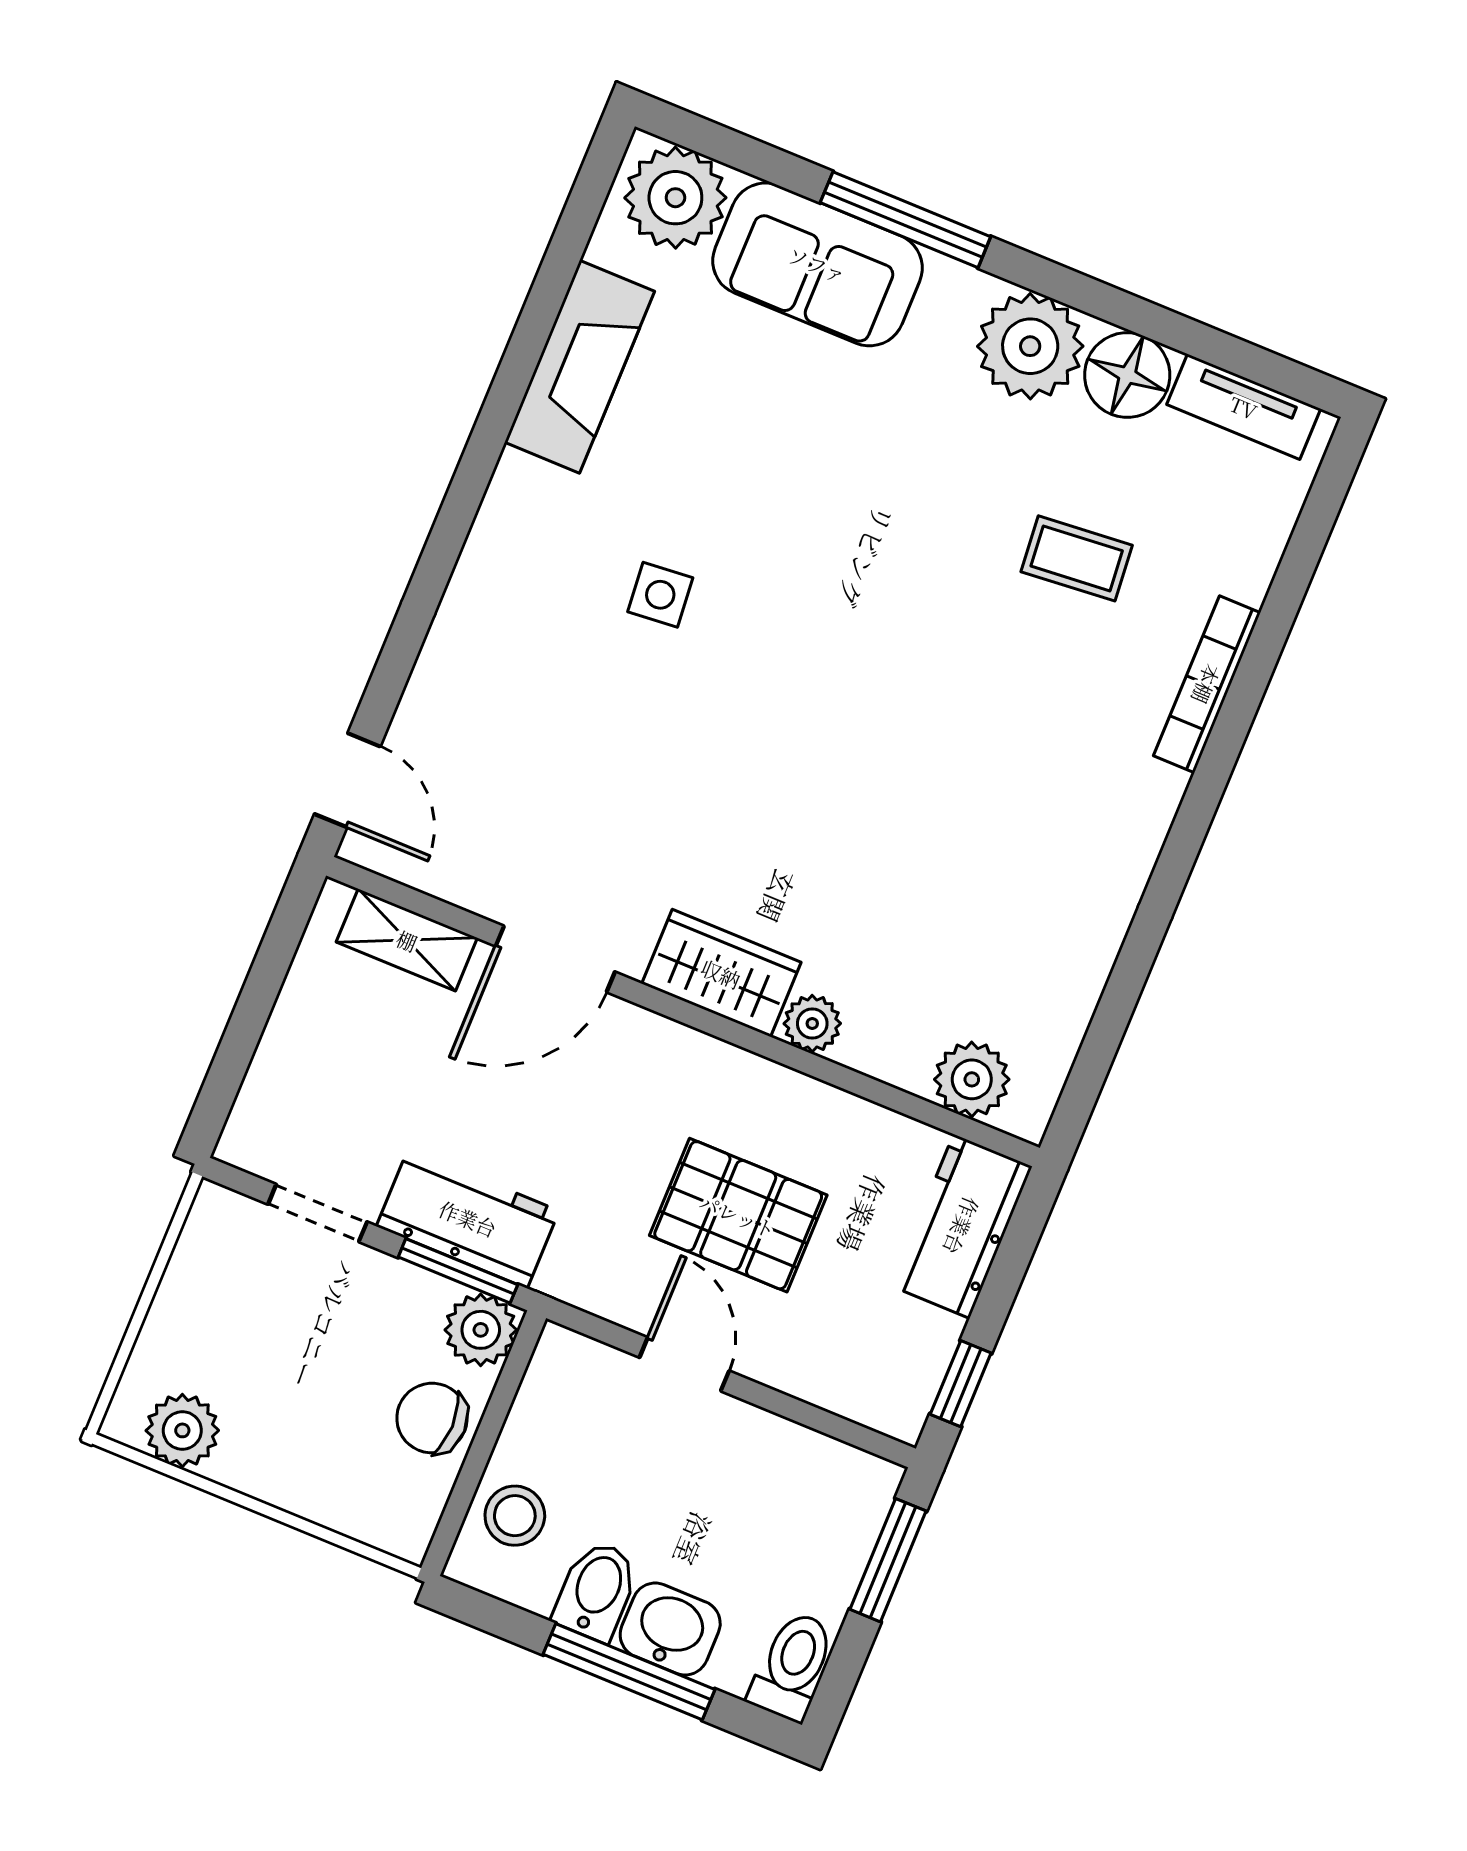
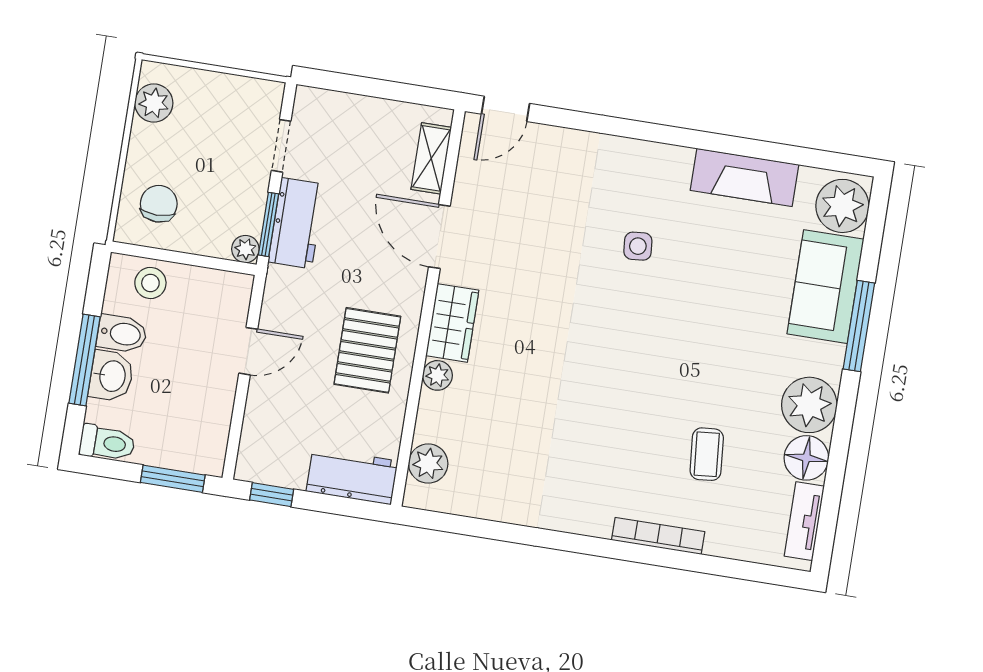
pallet: (738, 1215) -> (367, 350), moved
plant: (481, 1330) -> (245, 249), width x0.73, depth x0.73
chair: (432, 1418) -> (159, 204), moved

